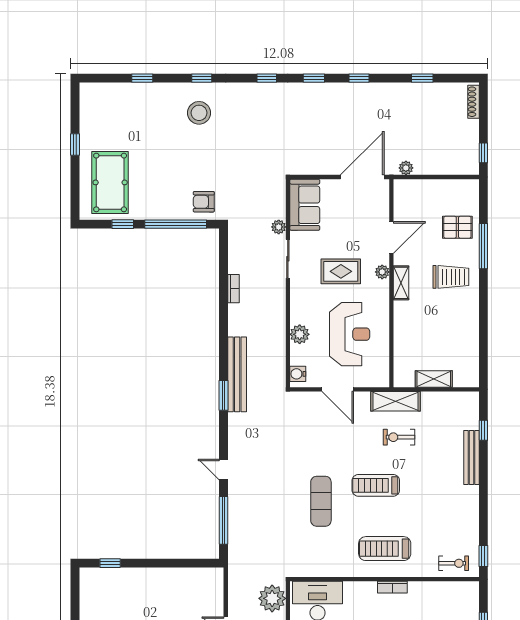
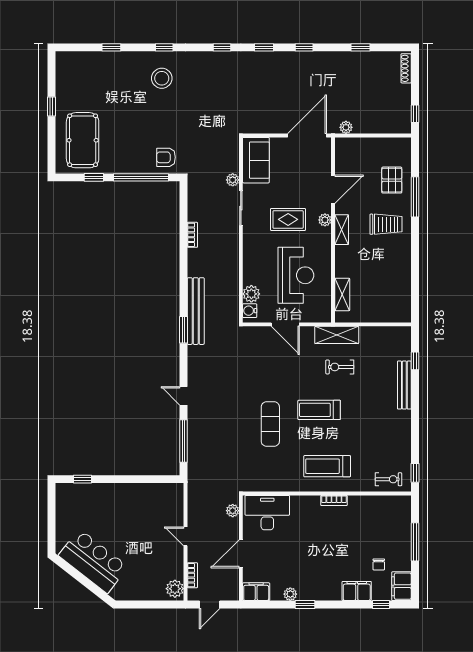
pallet: (457, 227) -> (392, 180), turned 90
plant: (300, 334) -> (251, 294), moved
shelving: (434, 379) -> (342, 294), moved, turned 90
plant: (272, 598) -> (233, 511), width x0.53, depth x0.53

